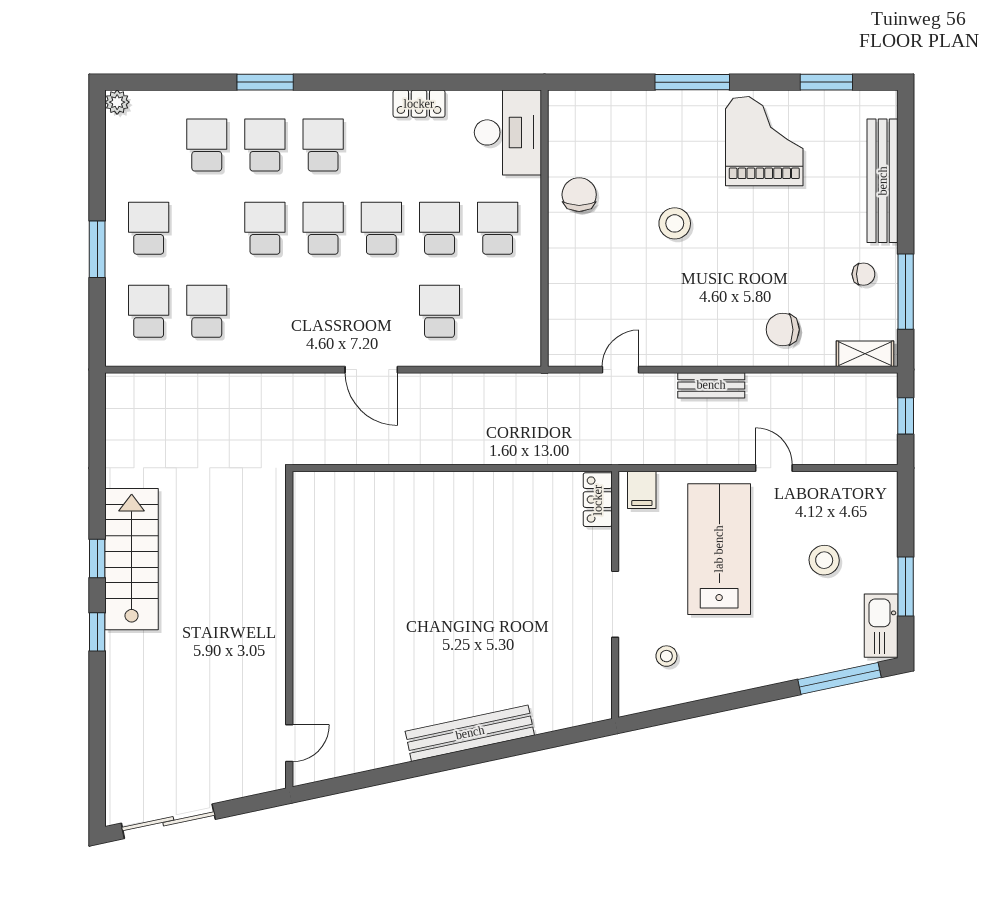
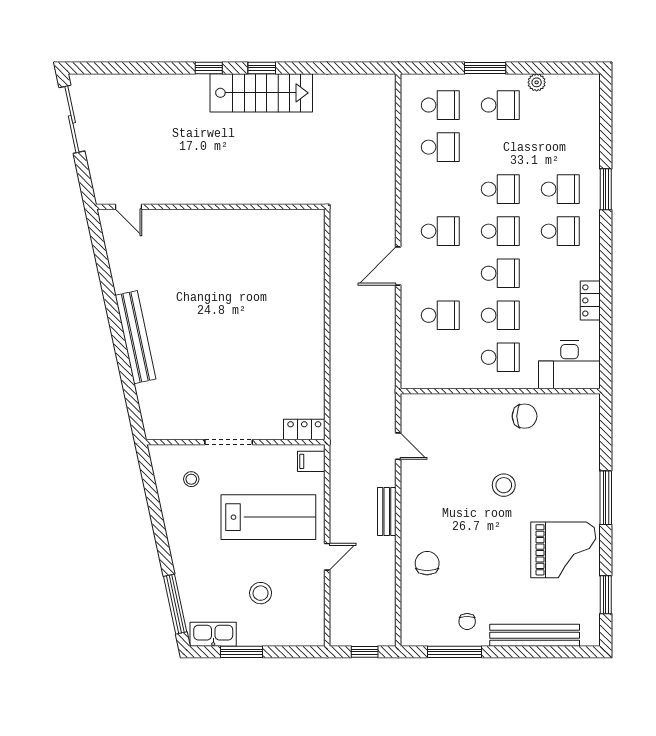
plant: (117, 102) -> (537, 82), moved
school desk: (207, 145) -> (440, 231), moved
shelving: (865, 354) -> (410, 623), removed

